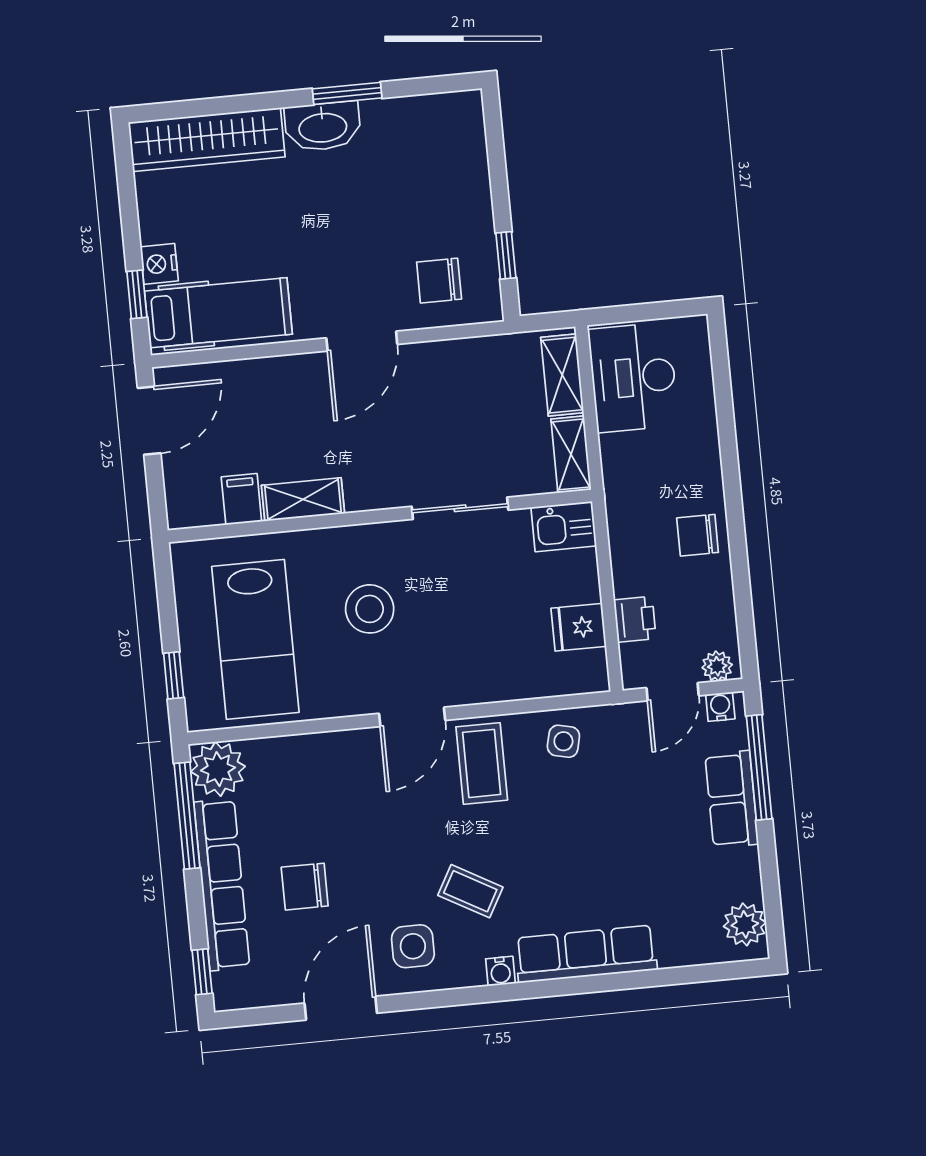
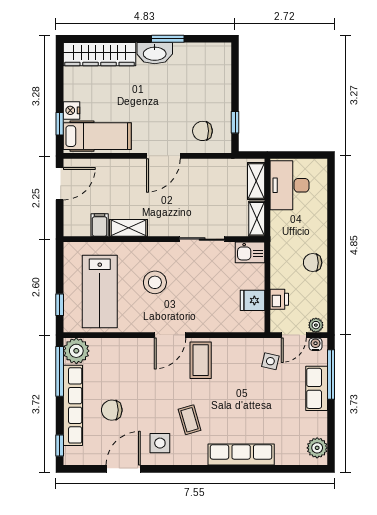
side table: (563, 741) -> (270, 361), moved
coffee table: (470, 891) -> (190, 420), turned 45
water cooler: (500, 971) -> (200, 459), removed

